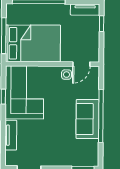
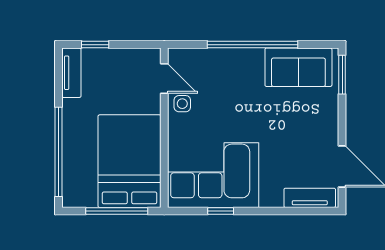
sofa: (88, 119) -> (298, 67), moved
tv unit: (11, 135) -> (310, 198), moved

